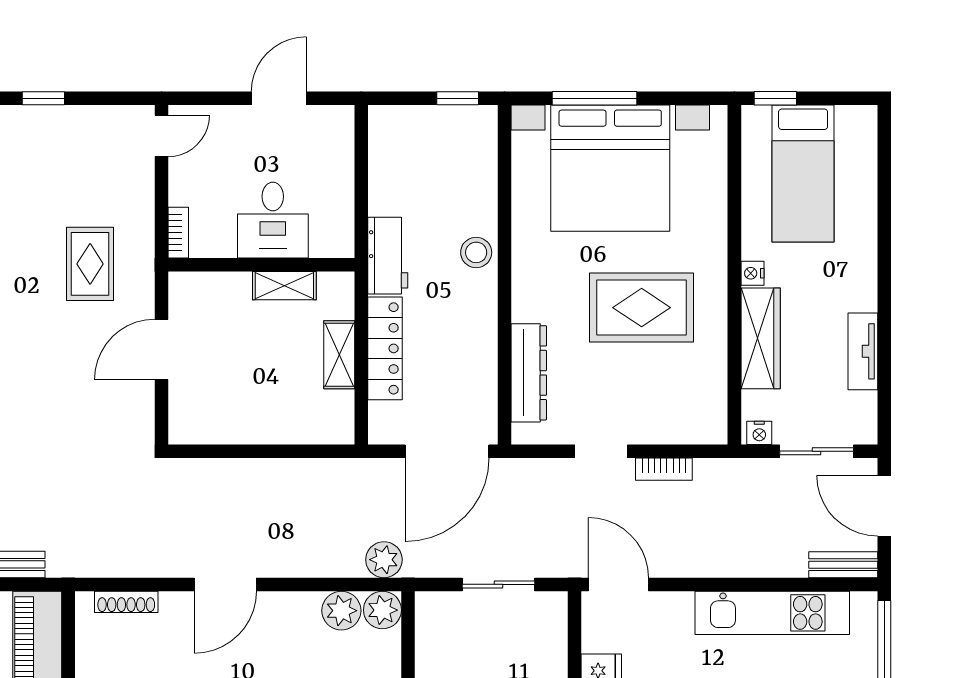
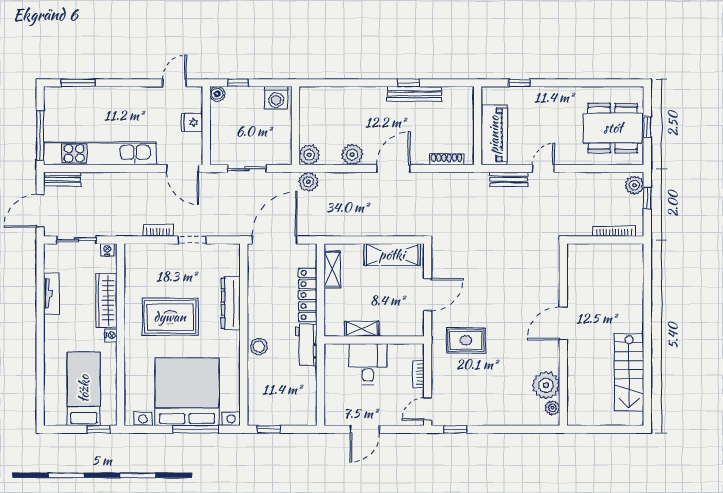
window: (43, 98) -> (455, 429), moved
bookcase: (178, 233) -> (419, 374), moved
rug: (90, 264) -> (466, 340), turned 90
shelving: (339, 355) -> (332, 269), moved
dresser: (529, 373) -> (231, 303), moved
shelving: (227, 424) -> (392, 255), added
door: (884, 506) -> (40, 211), swing flipped
plant: (341, 611) -> (352, 155), moved
kitchen unit: (772, 613) -> (100, 153), width x1.36

